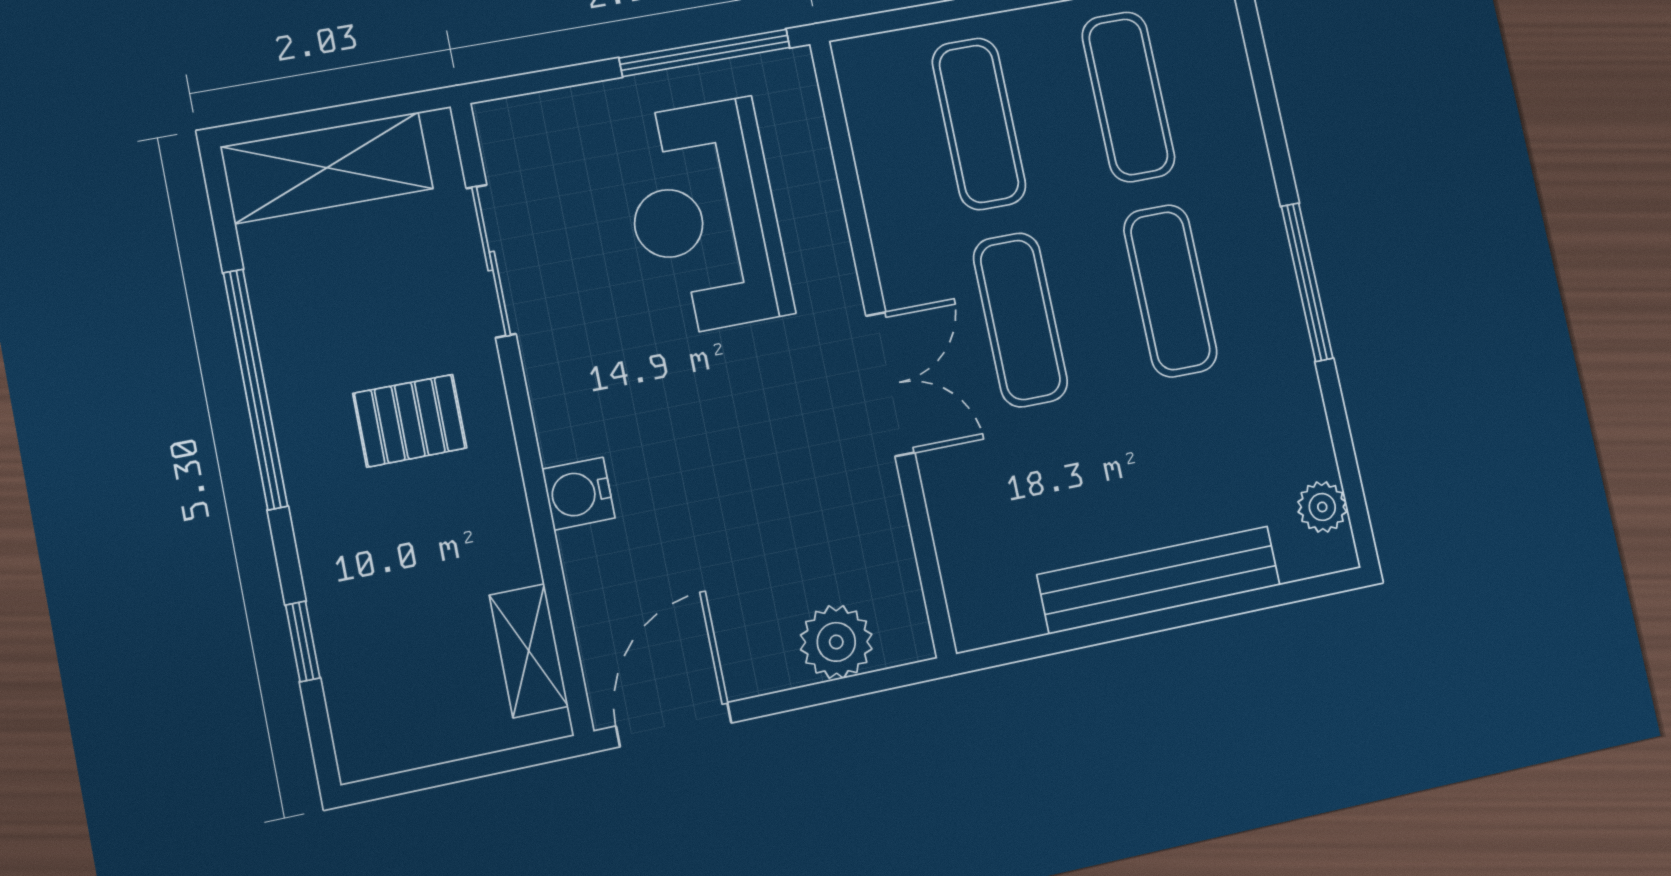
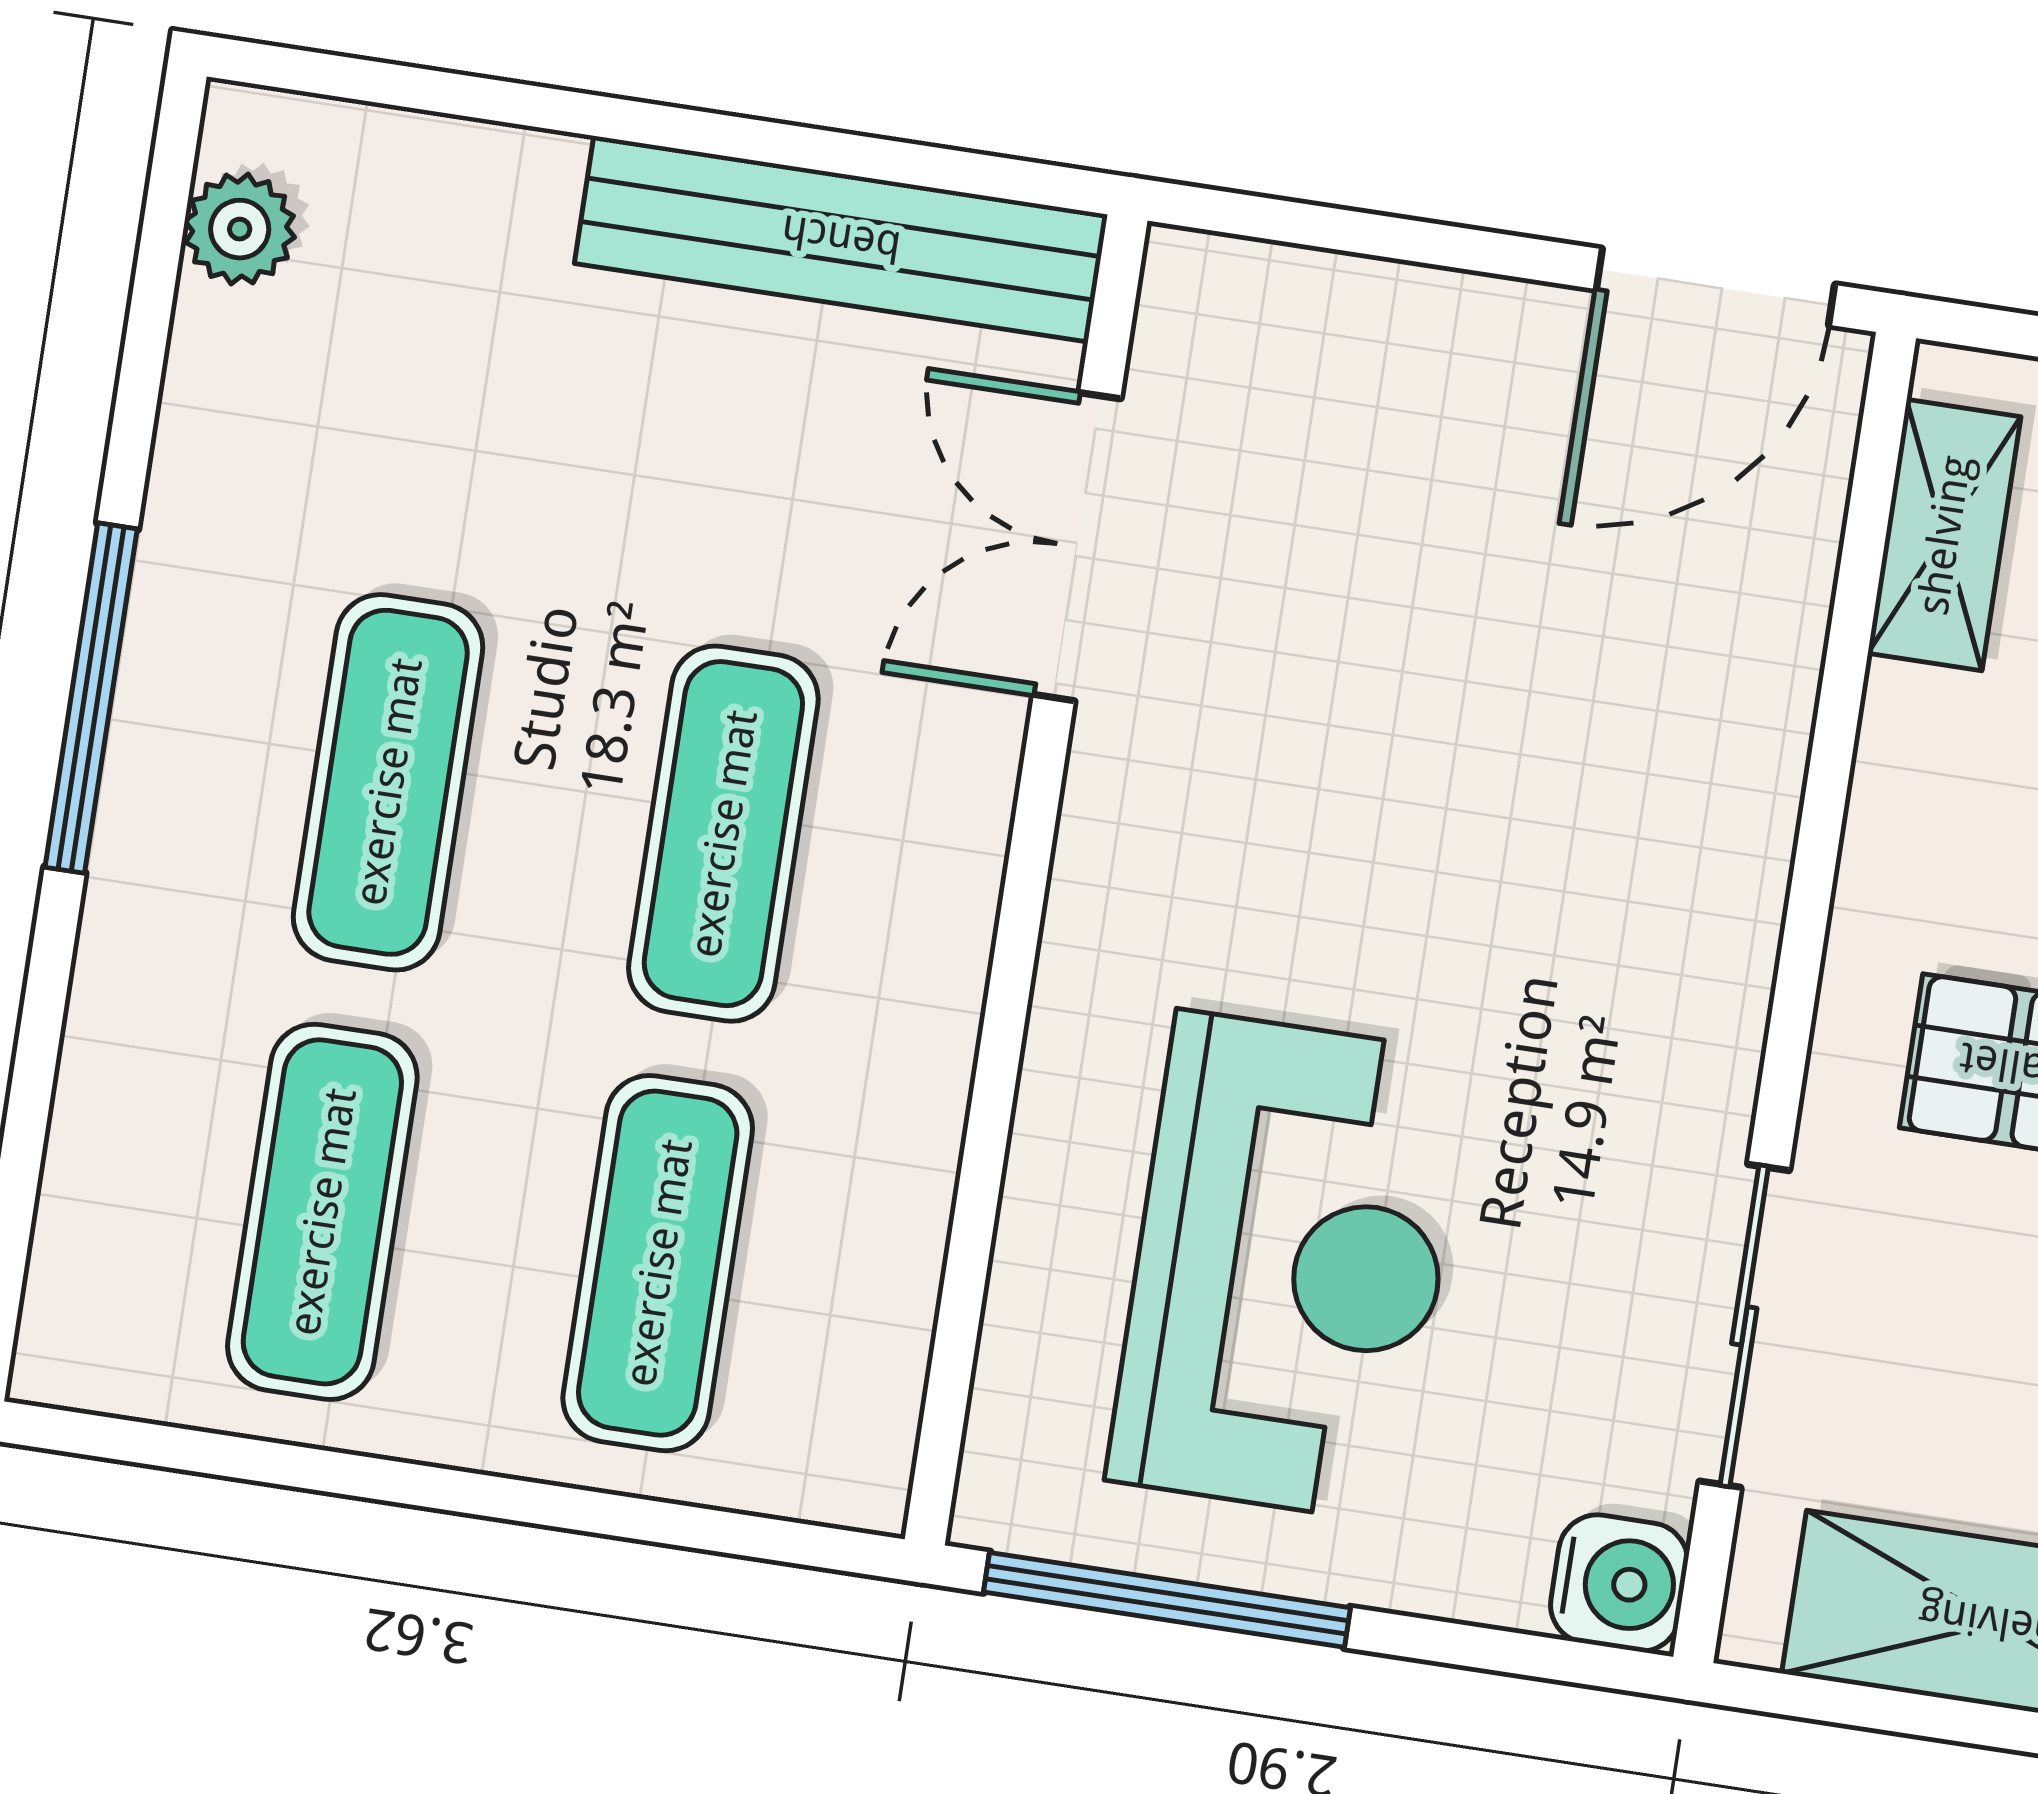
double door: (890, 384) -> (1077, 547), moved
water cooler: (579, 494) -> (1619, 1583), moved
bench: (1159, 580) -> (841, 239), moved
plant: (836, 642) -> (1337, 328), removed

